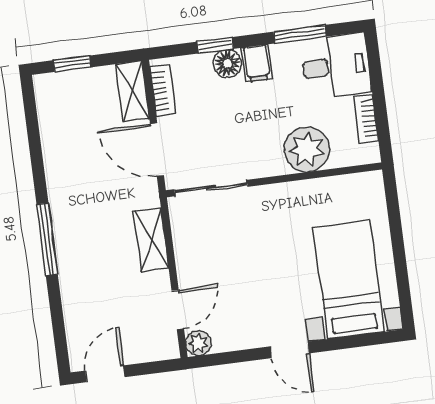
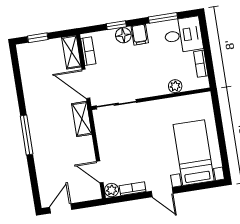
plant: (307, 149) -> (175, 86), width x0.53, depth x0.53
shelving: (151, 240) -> (82, 119), moved
door: (178, 310) -> (100, 172), swing flipped
bookcase: (236, 342) -> (133, 189), added

